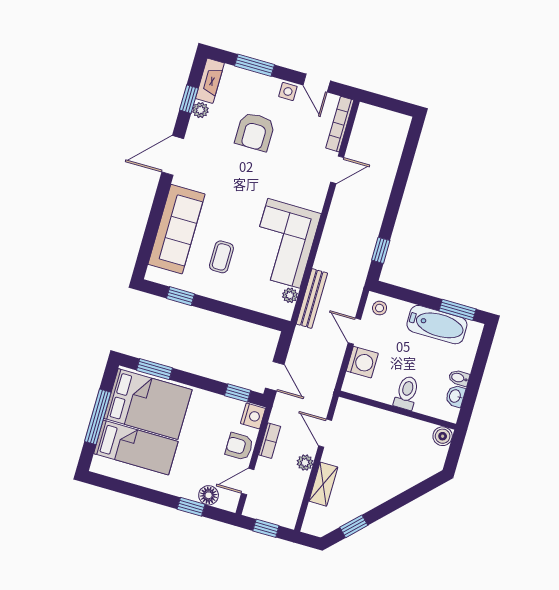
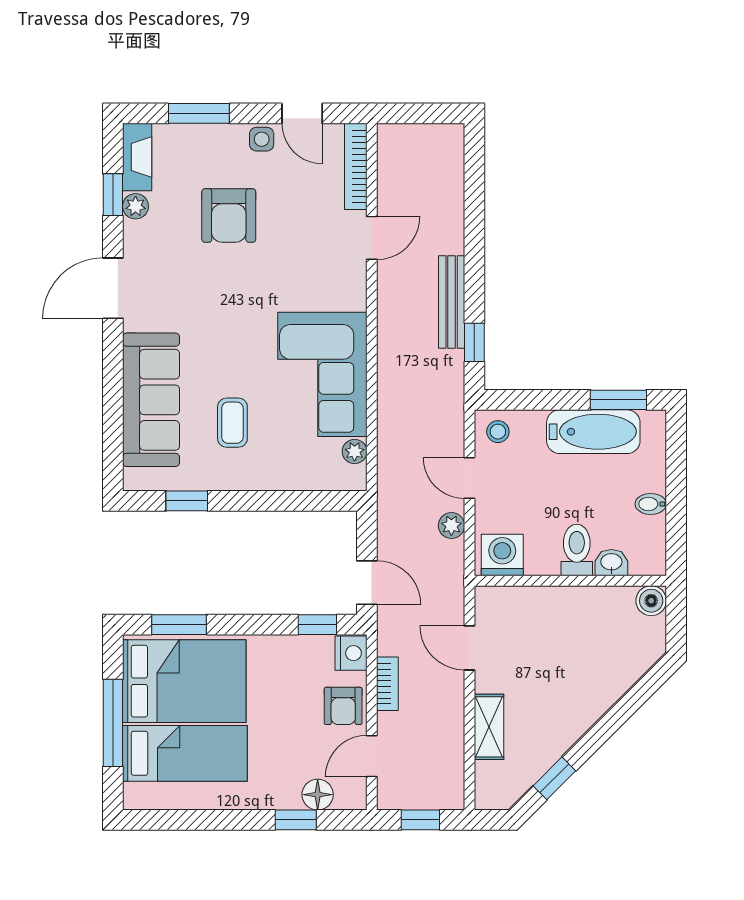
bench: (312, 298) -> (452, 302), moved
washing machine: (362, 362) -> (502, 555), moved, turned -90
washbasin: (455, 396) -> (611, 563), moved, turned 90
armchair: (239, 446) -> (343, 706), turned -90
plant: (305, 463) -> (451, 525), moved

